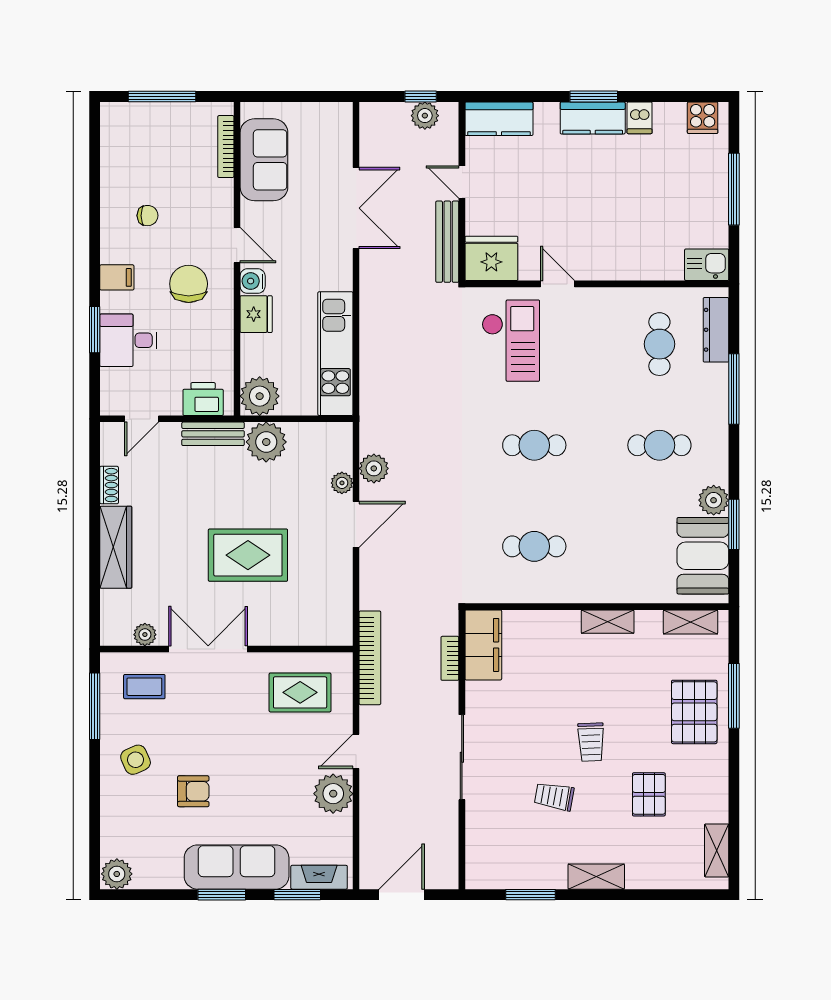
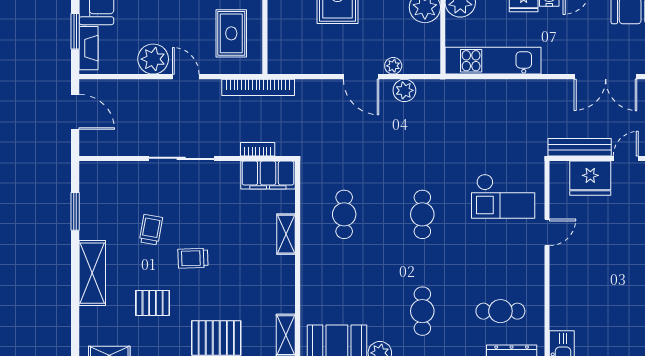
fridge: (491, 258) -> (590, 178), moved, turned 90
shelving: (608, 622) -> (286, 234), moved
shelving: (596, 877) -> (92, 273), width x1.50, depth x1.33

